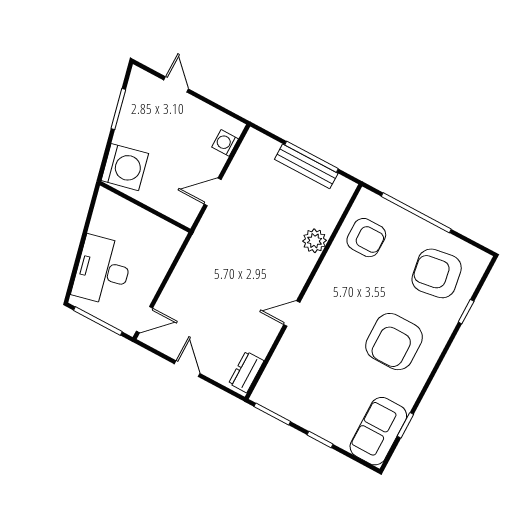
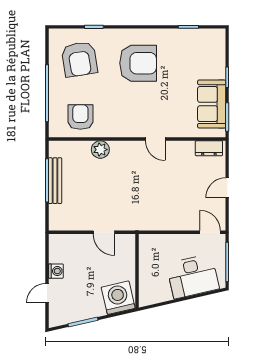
washing machine: (225, 143) -> (56, 271), moved, turned -90
sofa: (378, 431) -> (212, 104), moved, turned 90

